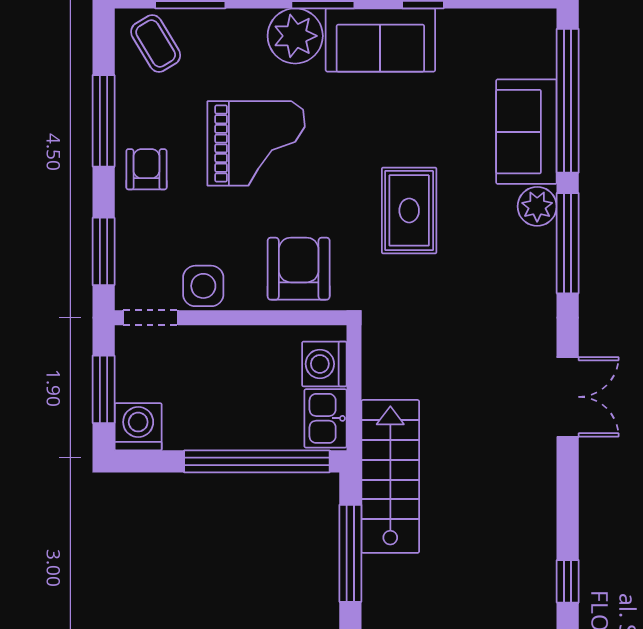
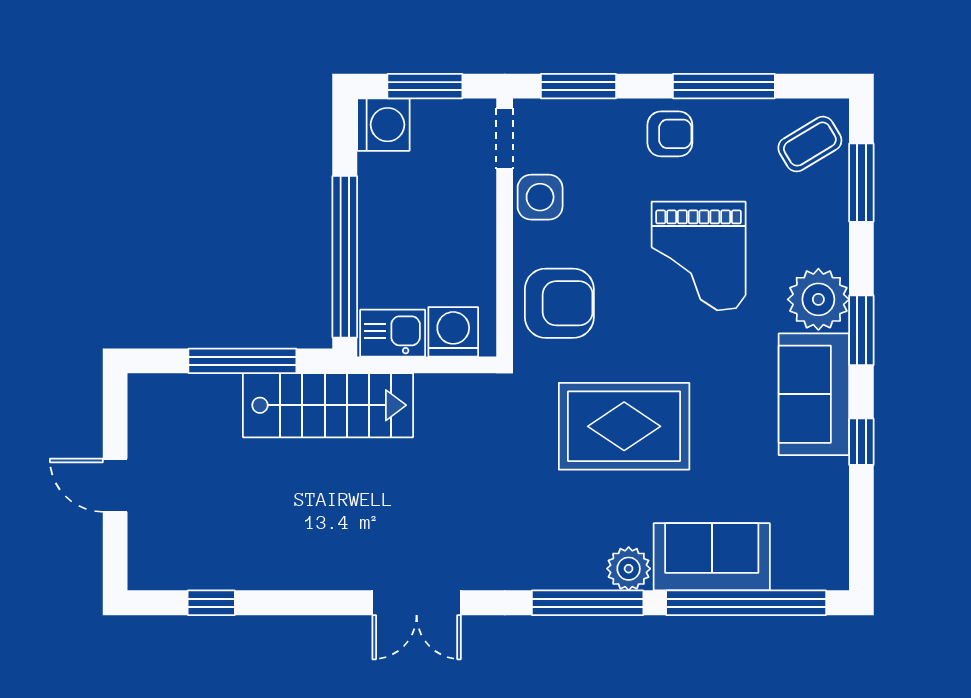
rug: (409, 210) -> (624, 426), width x1.36, depth x1.43

